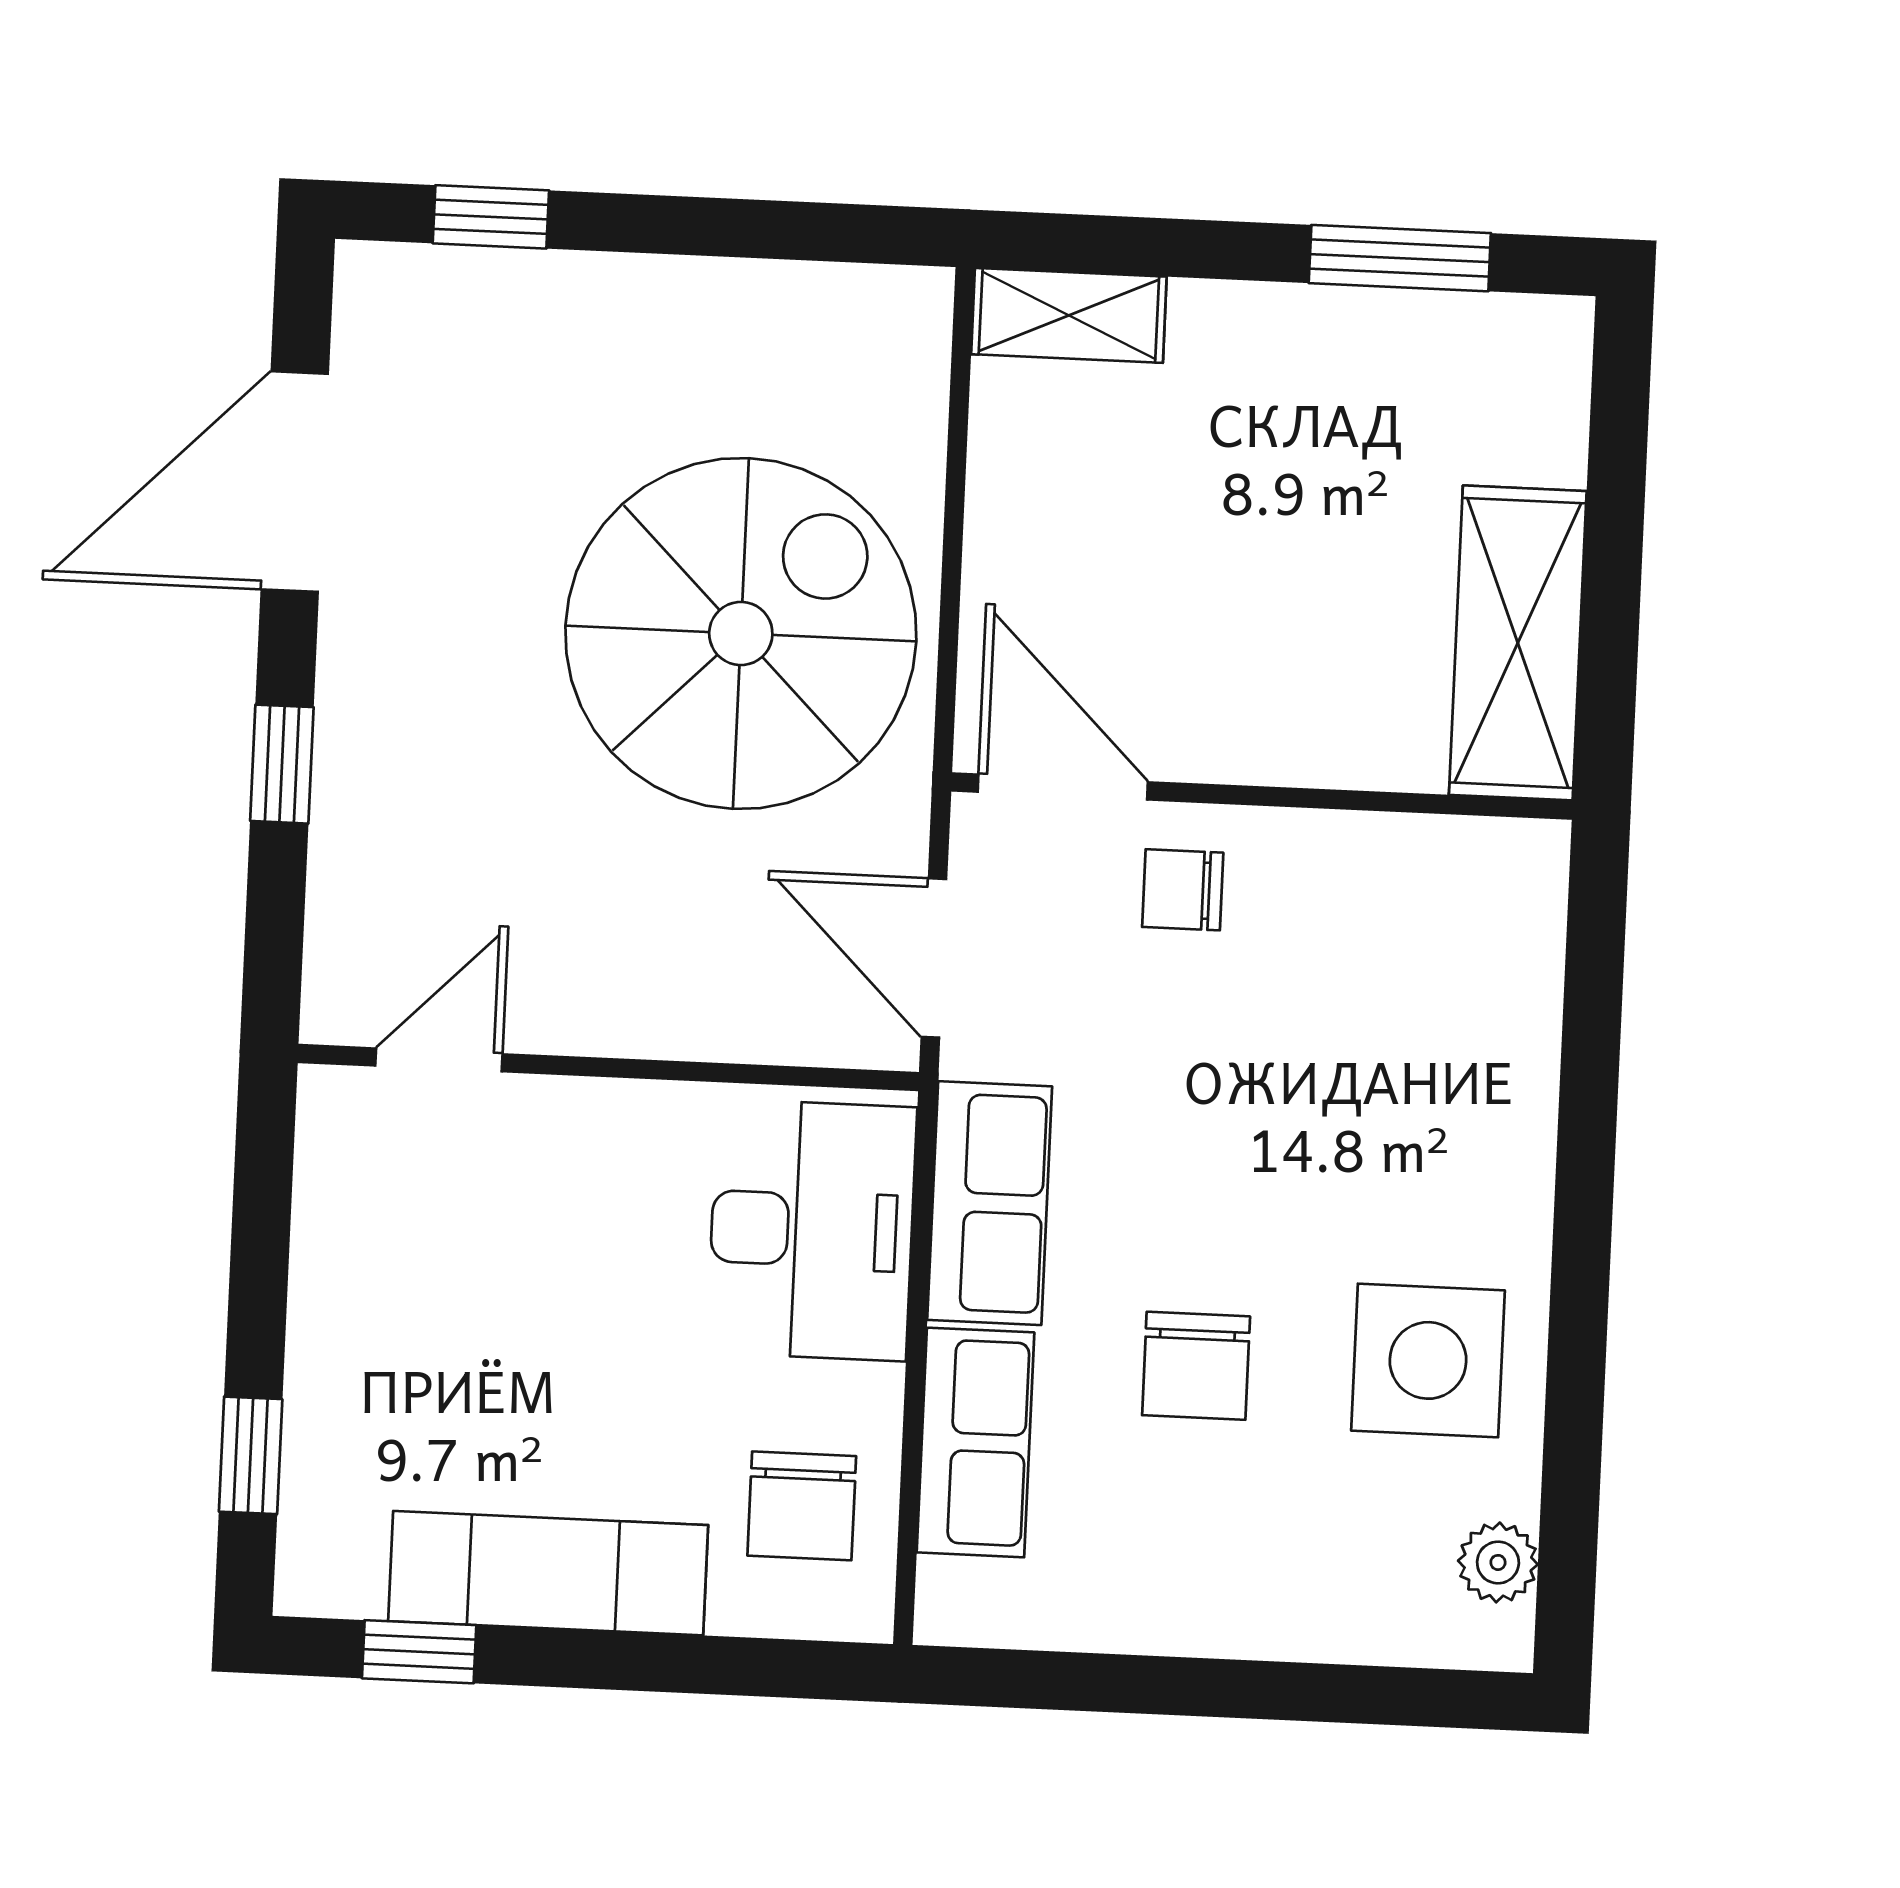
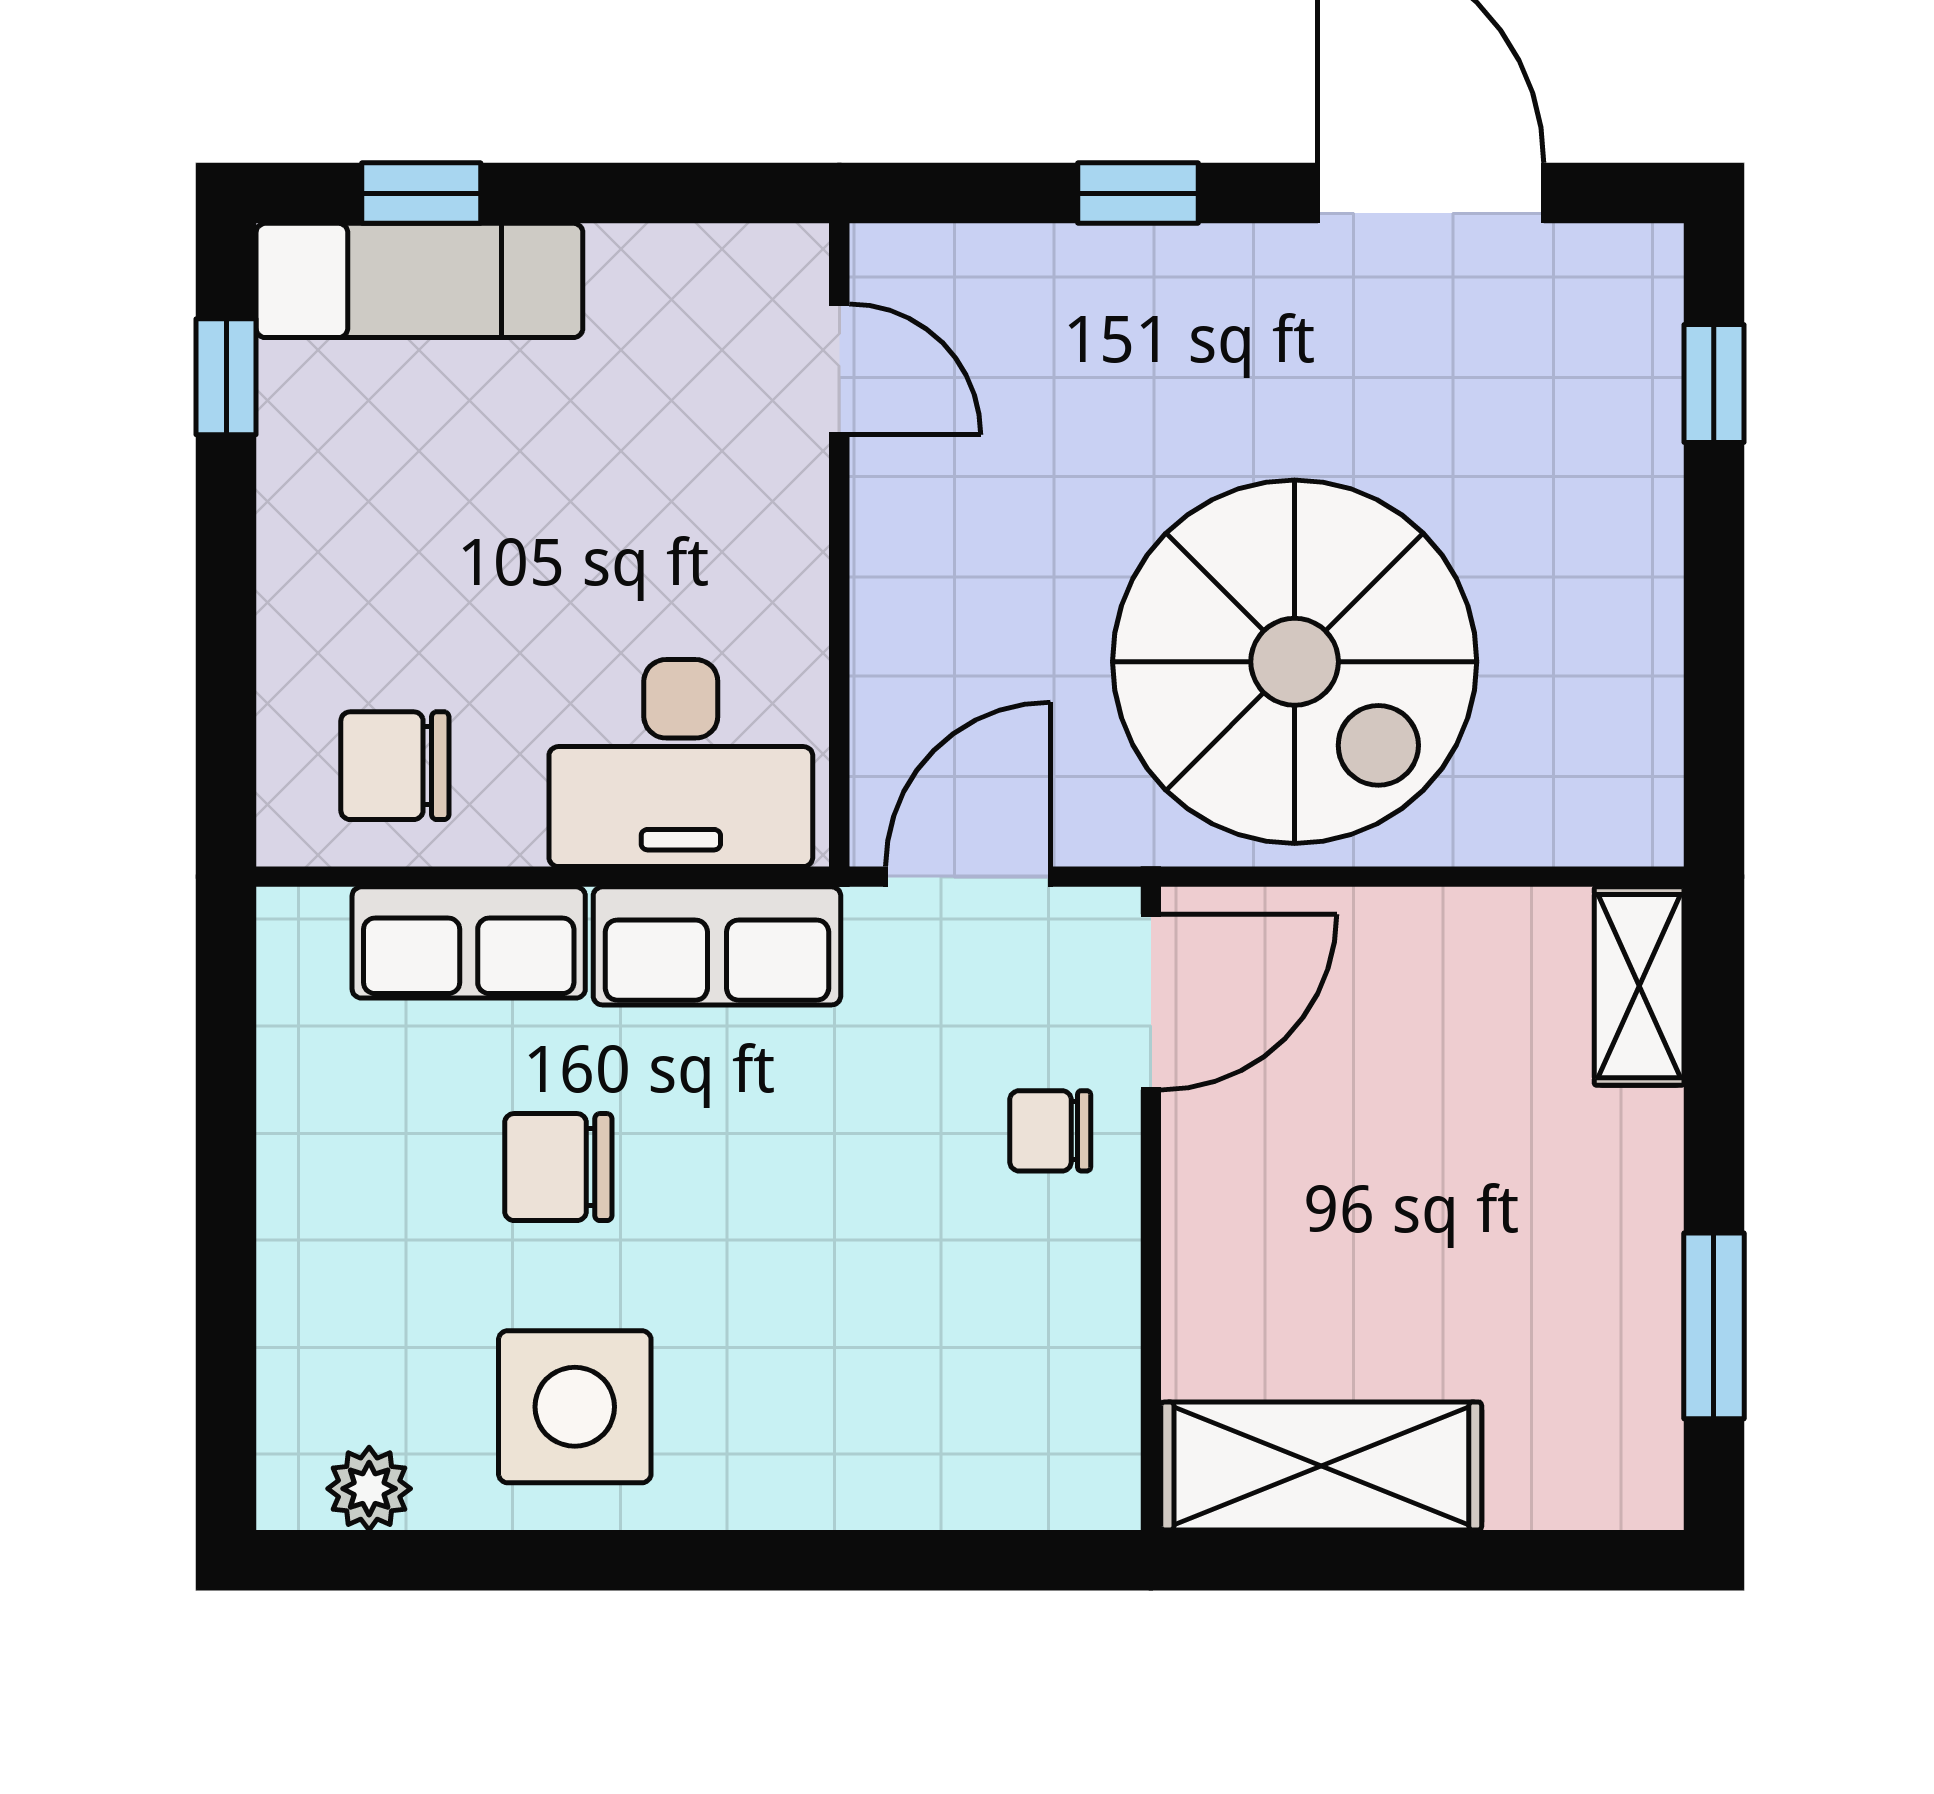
chair: (1183, 890) -> (1050, 1131), turned -90
exam couch: (548, 1573) -> (419, 280), moved, turned 90

